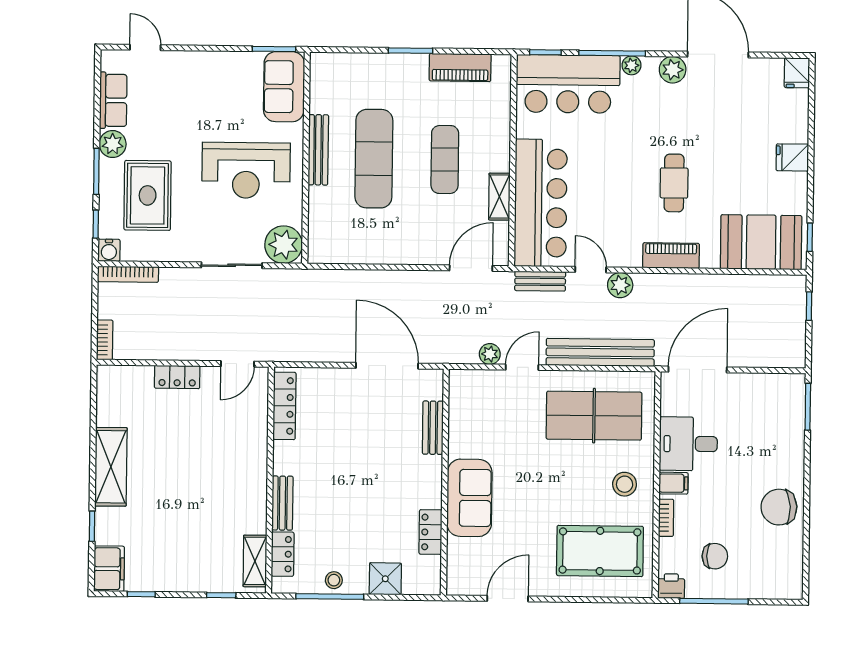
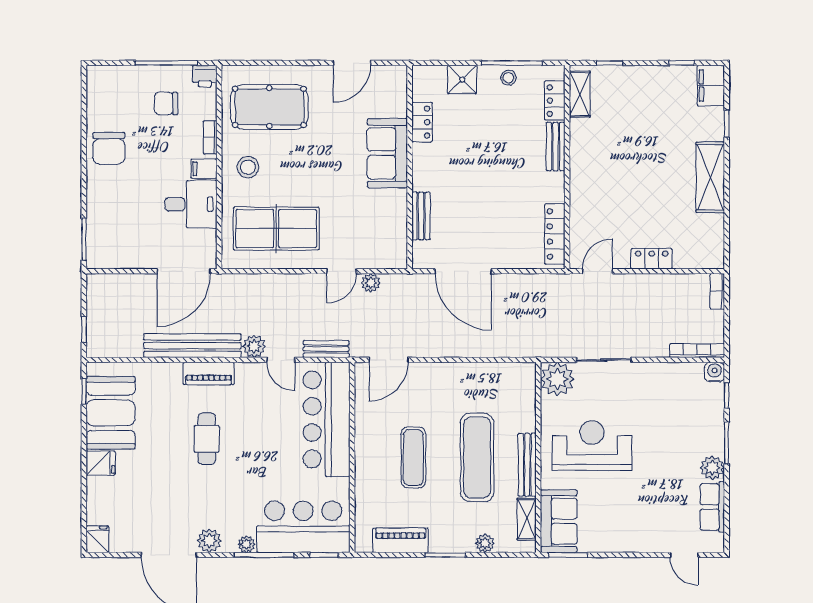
plant: (366, 63) -> (485, 543), added
rug: (148, 195) -> (680, 422), removed
shelving: (499, 197) -> (527, 519), moved
booth: (761, 242) -> (111, 413), moved, turned 90
bench: (600, 352) -> (192, 346), moved
chair: (779, 507) -> (109, 148), turned 93

